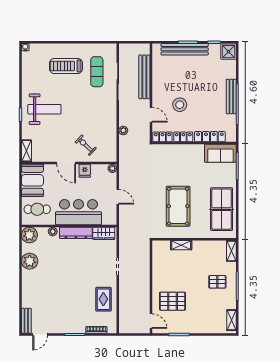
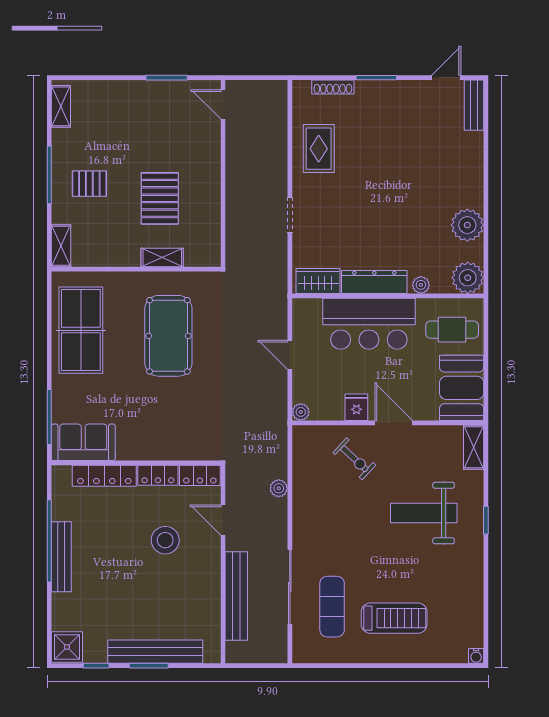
weight bench: (44, 109) -> (424, 513), moved
pallet: (173, 301) -> (160, 198), moved, turned 90

